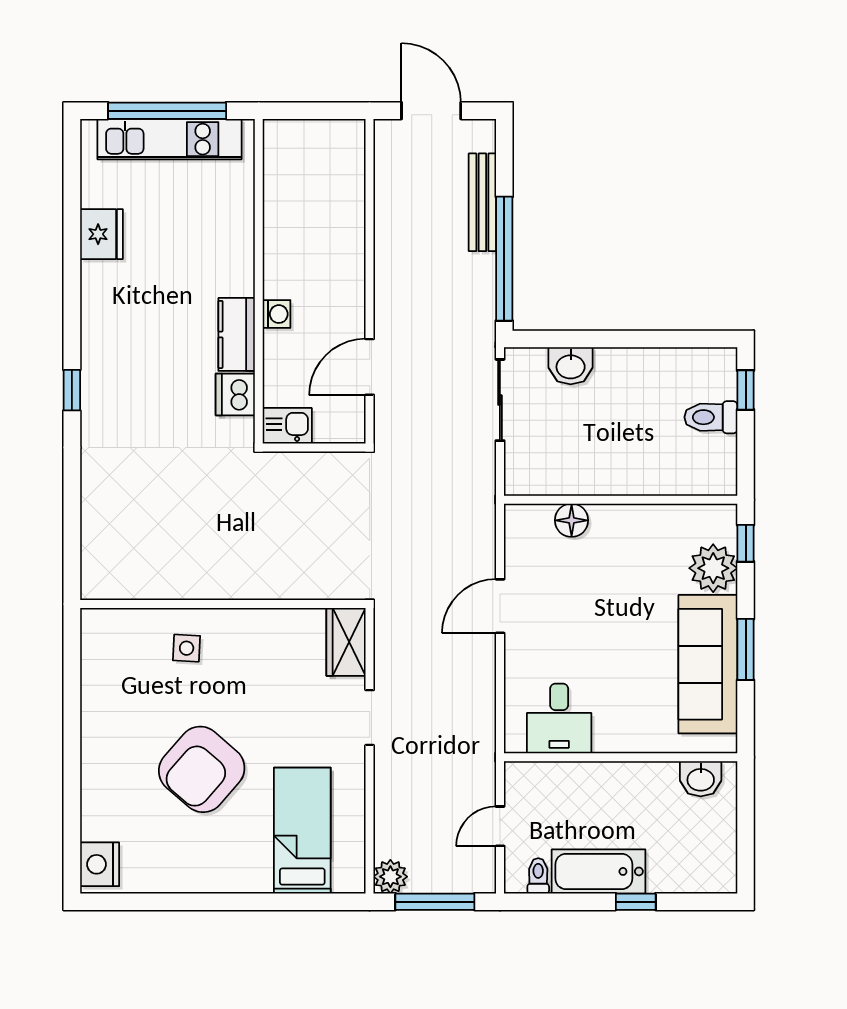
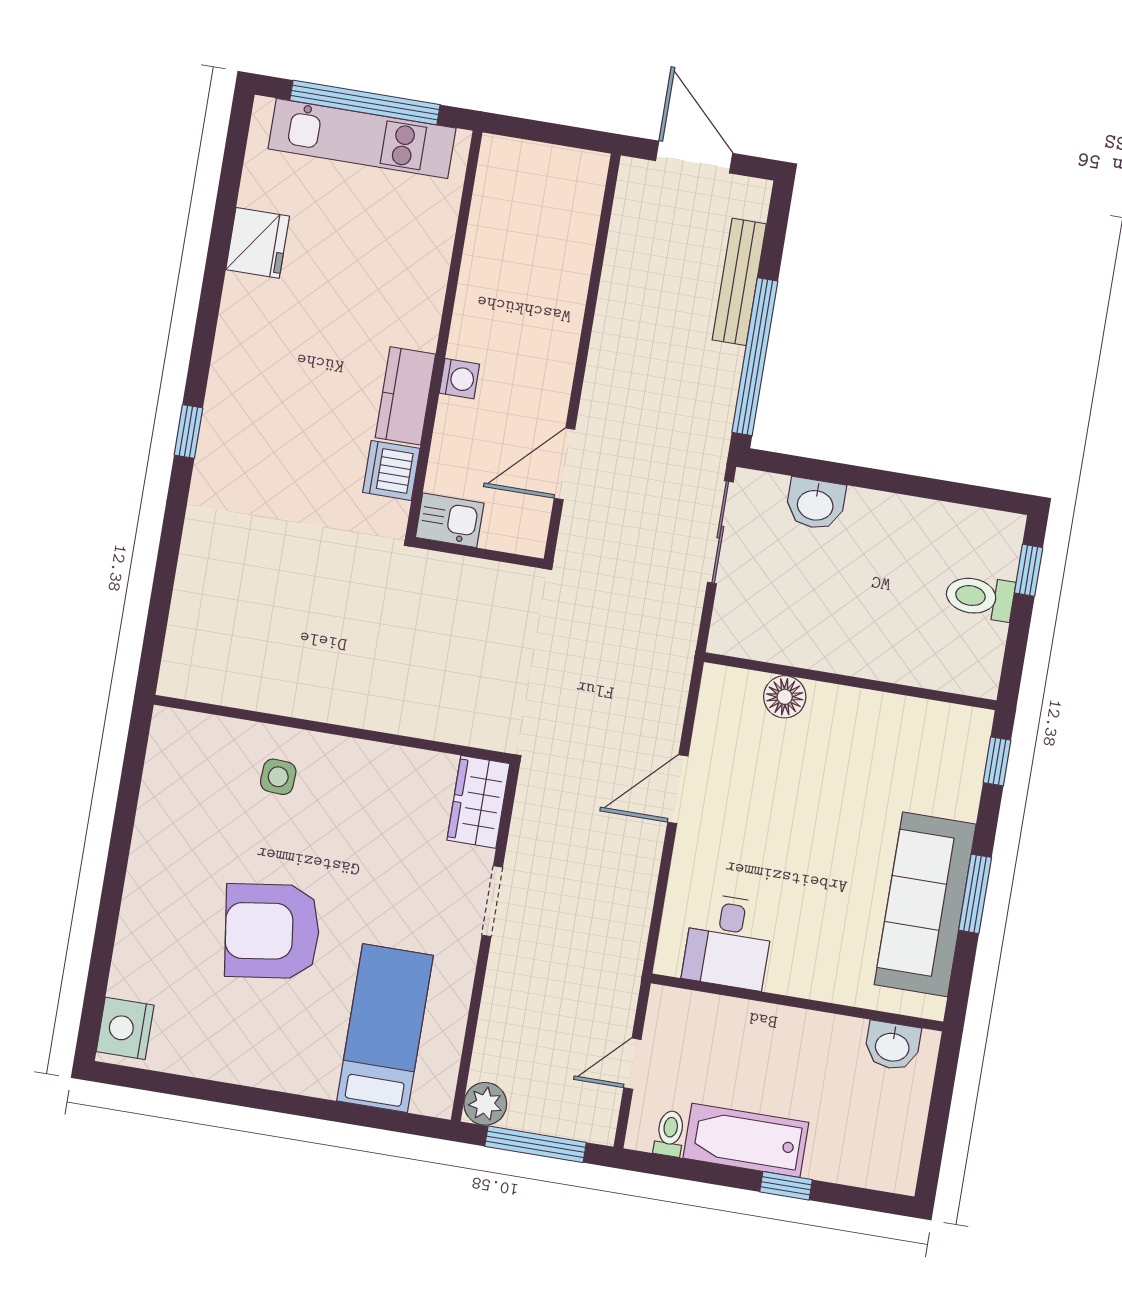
plant: (713, 568) -> (952, 786), removed
armchair: (202, 769) -> (272, 931), turned 41

